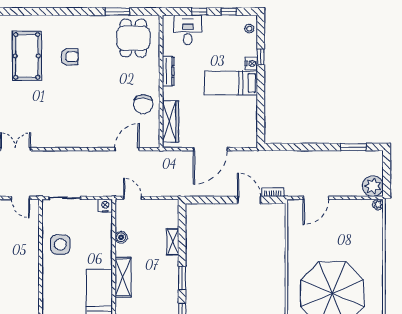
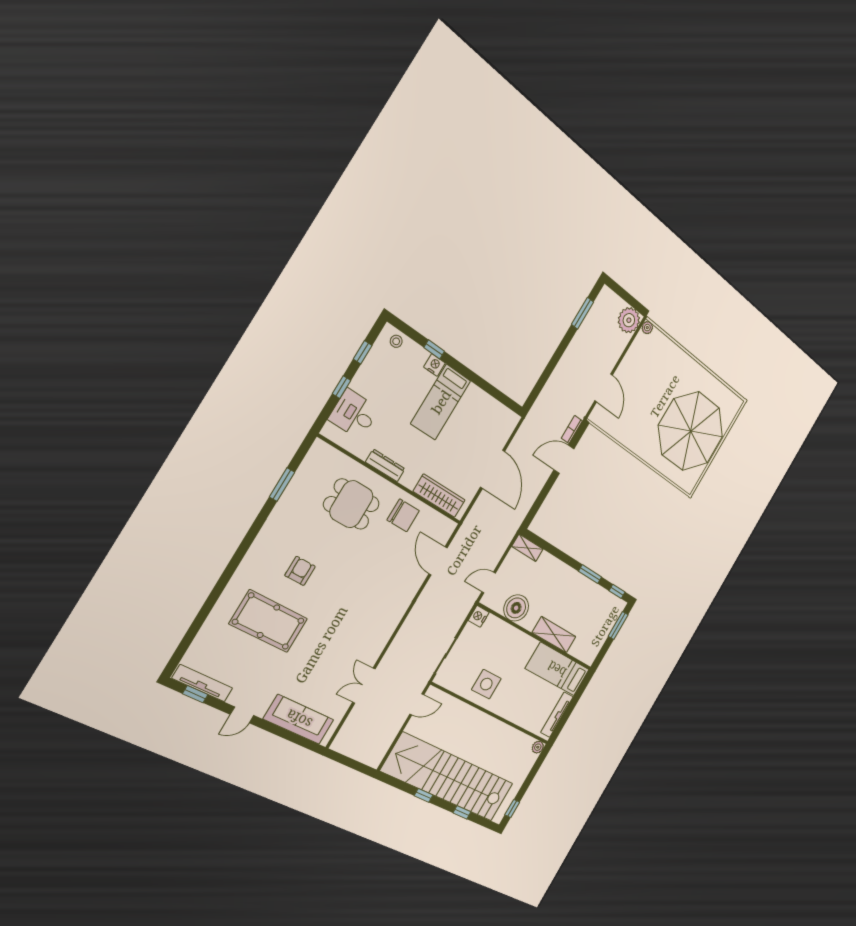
dining table: (133, 38) -> (351, 504), moved
boiler: (121, 237) -> (516, 608), width x1.86, depth x1.86
shelving: (173, 242) -> (527, 548), moved

